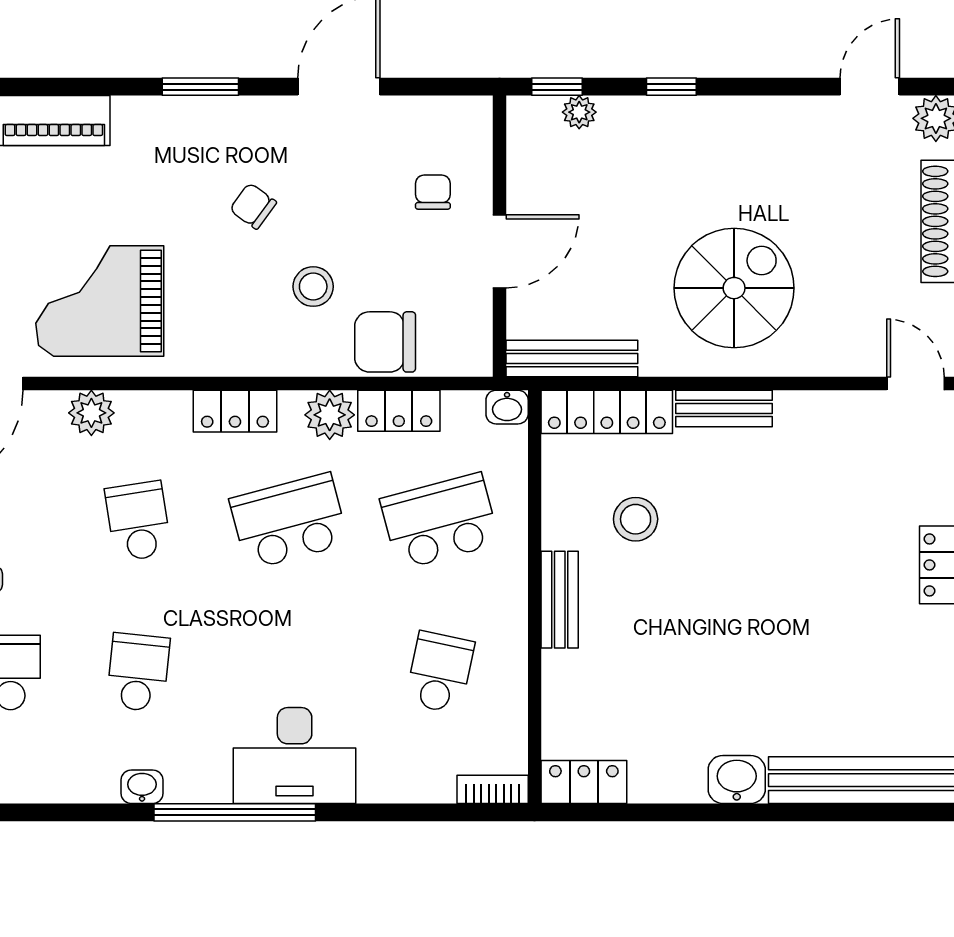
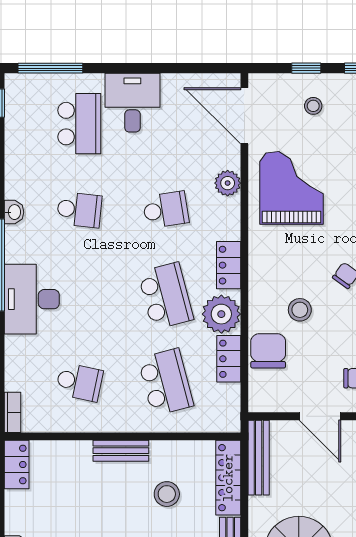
washbasin: (507, 407) -> (231, 421), removed
plant: (330, 415) -> (221, 314), width x1.36, depth x1.36

